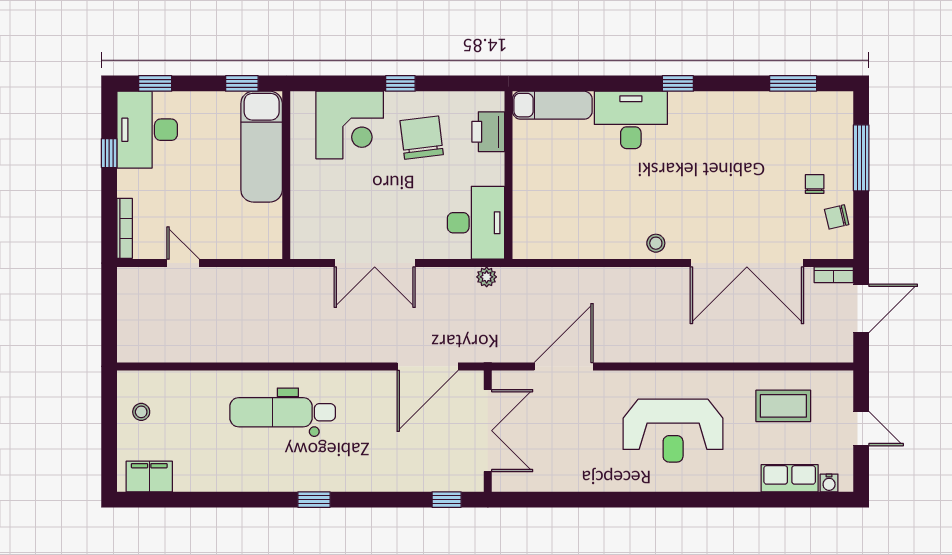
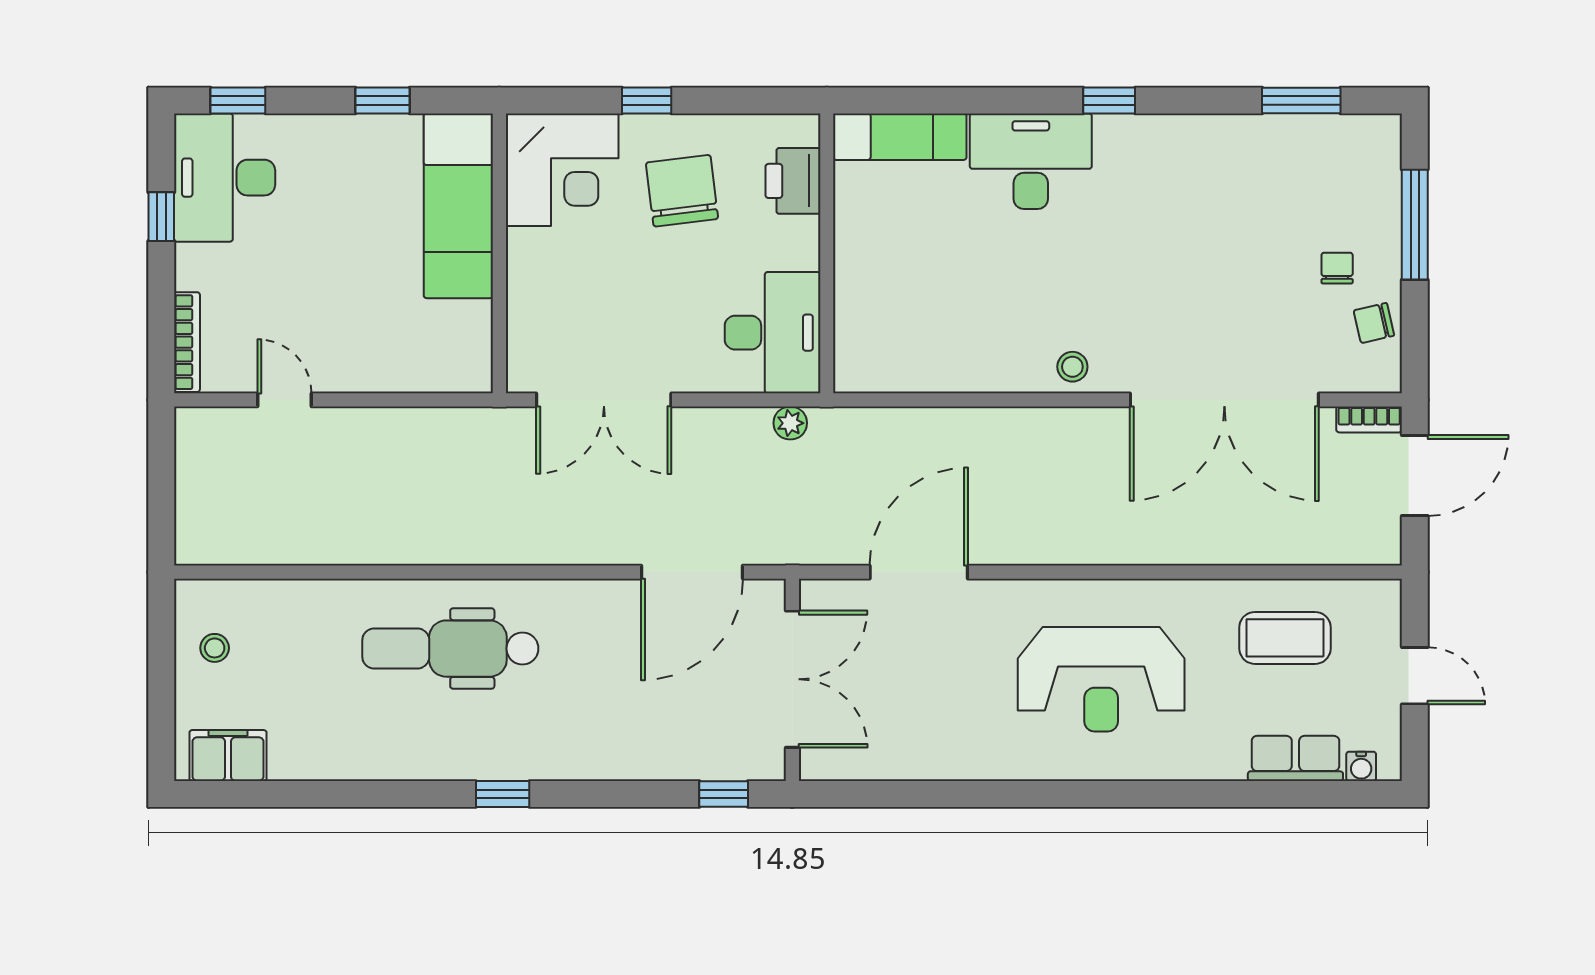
exam couch: (262, 147) -> (458, 206), moved
wall: (286, 175) -> (499, 253), moved

